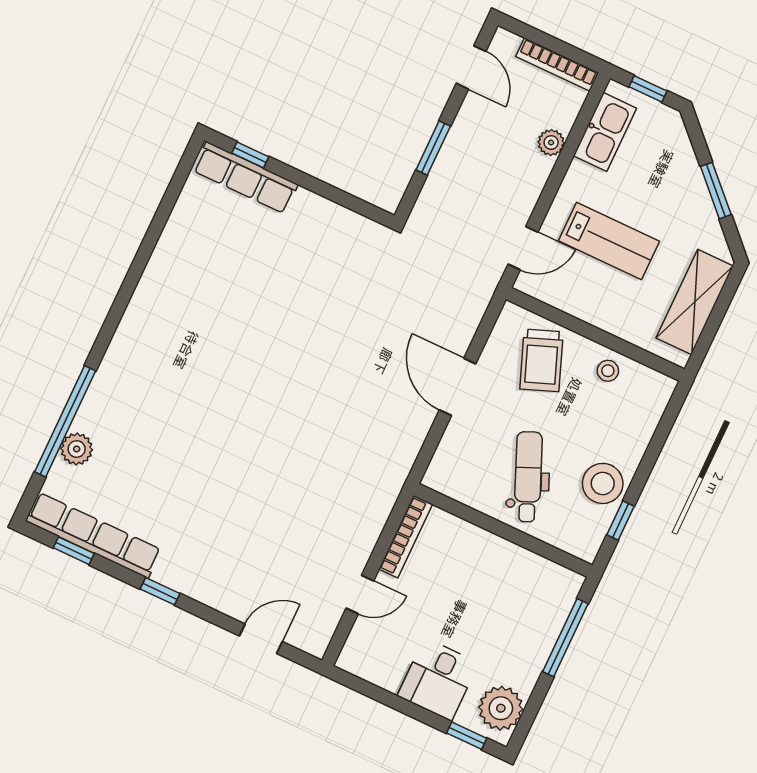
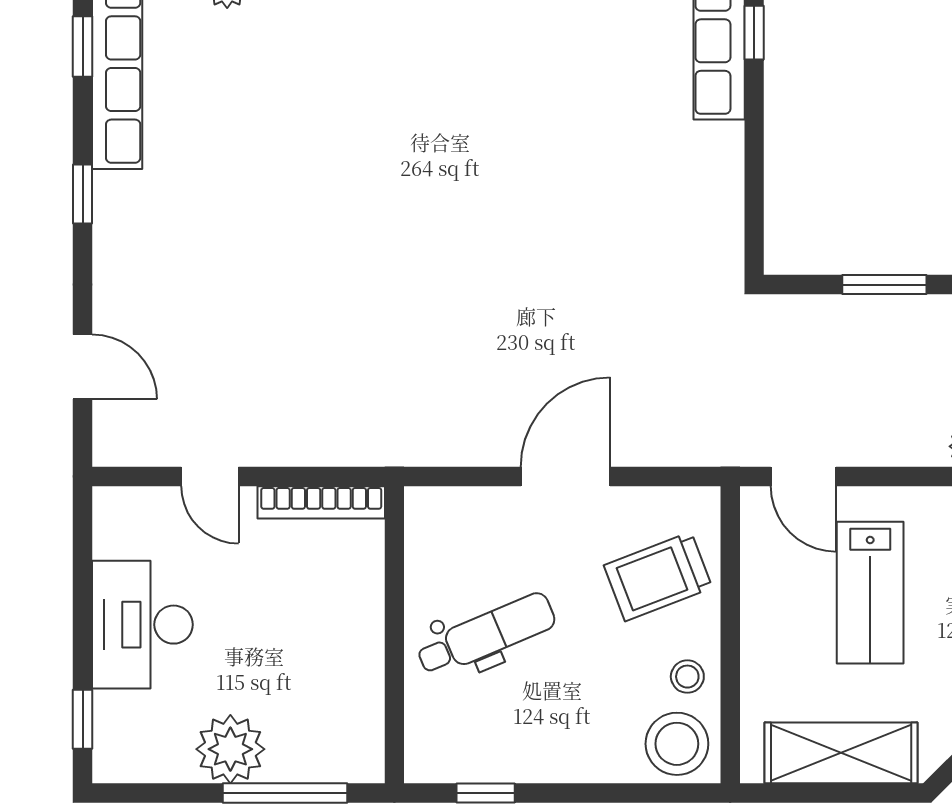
stool: (603, 483) -> (677, 744), moved
desk: (438, 679) -> (142, 625), width x1.37
plant: (501, 708) -> (230, 749), moved

